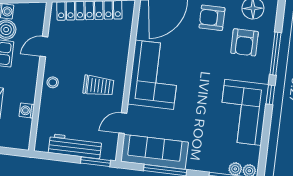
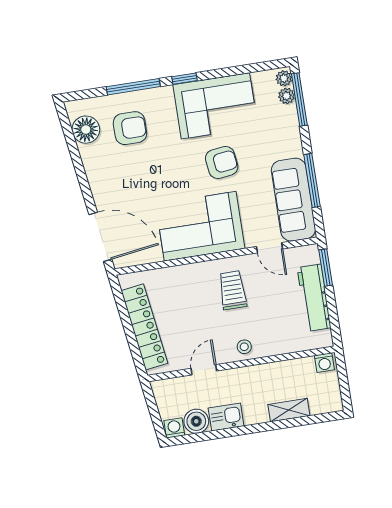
armchair: (212, 18) -> (222, 163), moved, turned -97
door: (44, 47) -> (204, 370), swing flipped
washing machine: (27, 110) -> (324, 363), moved

